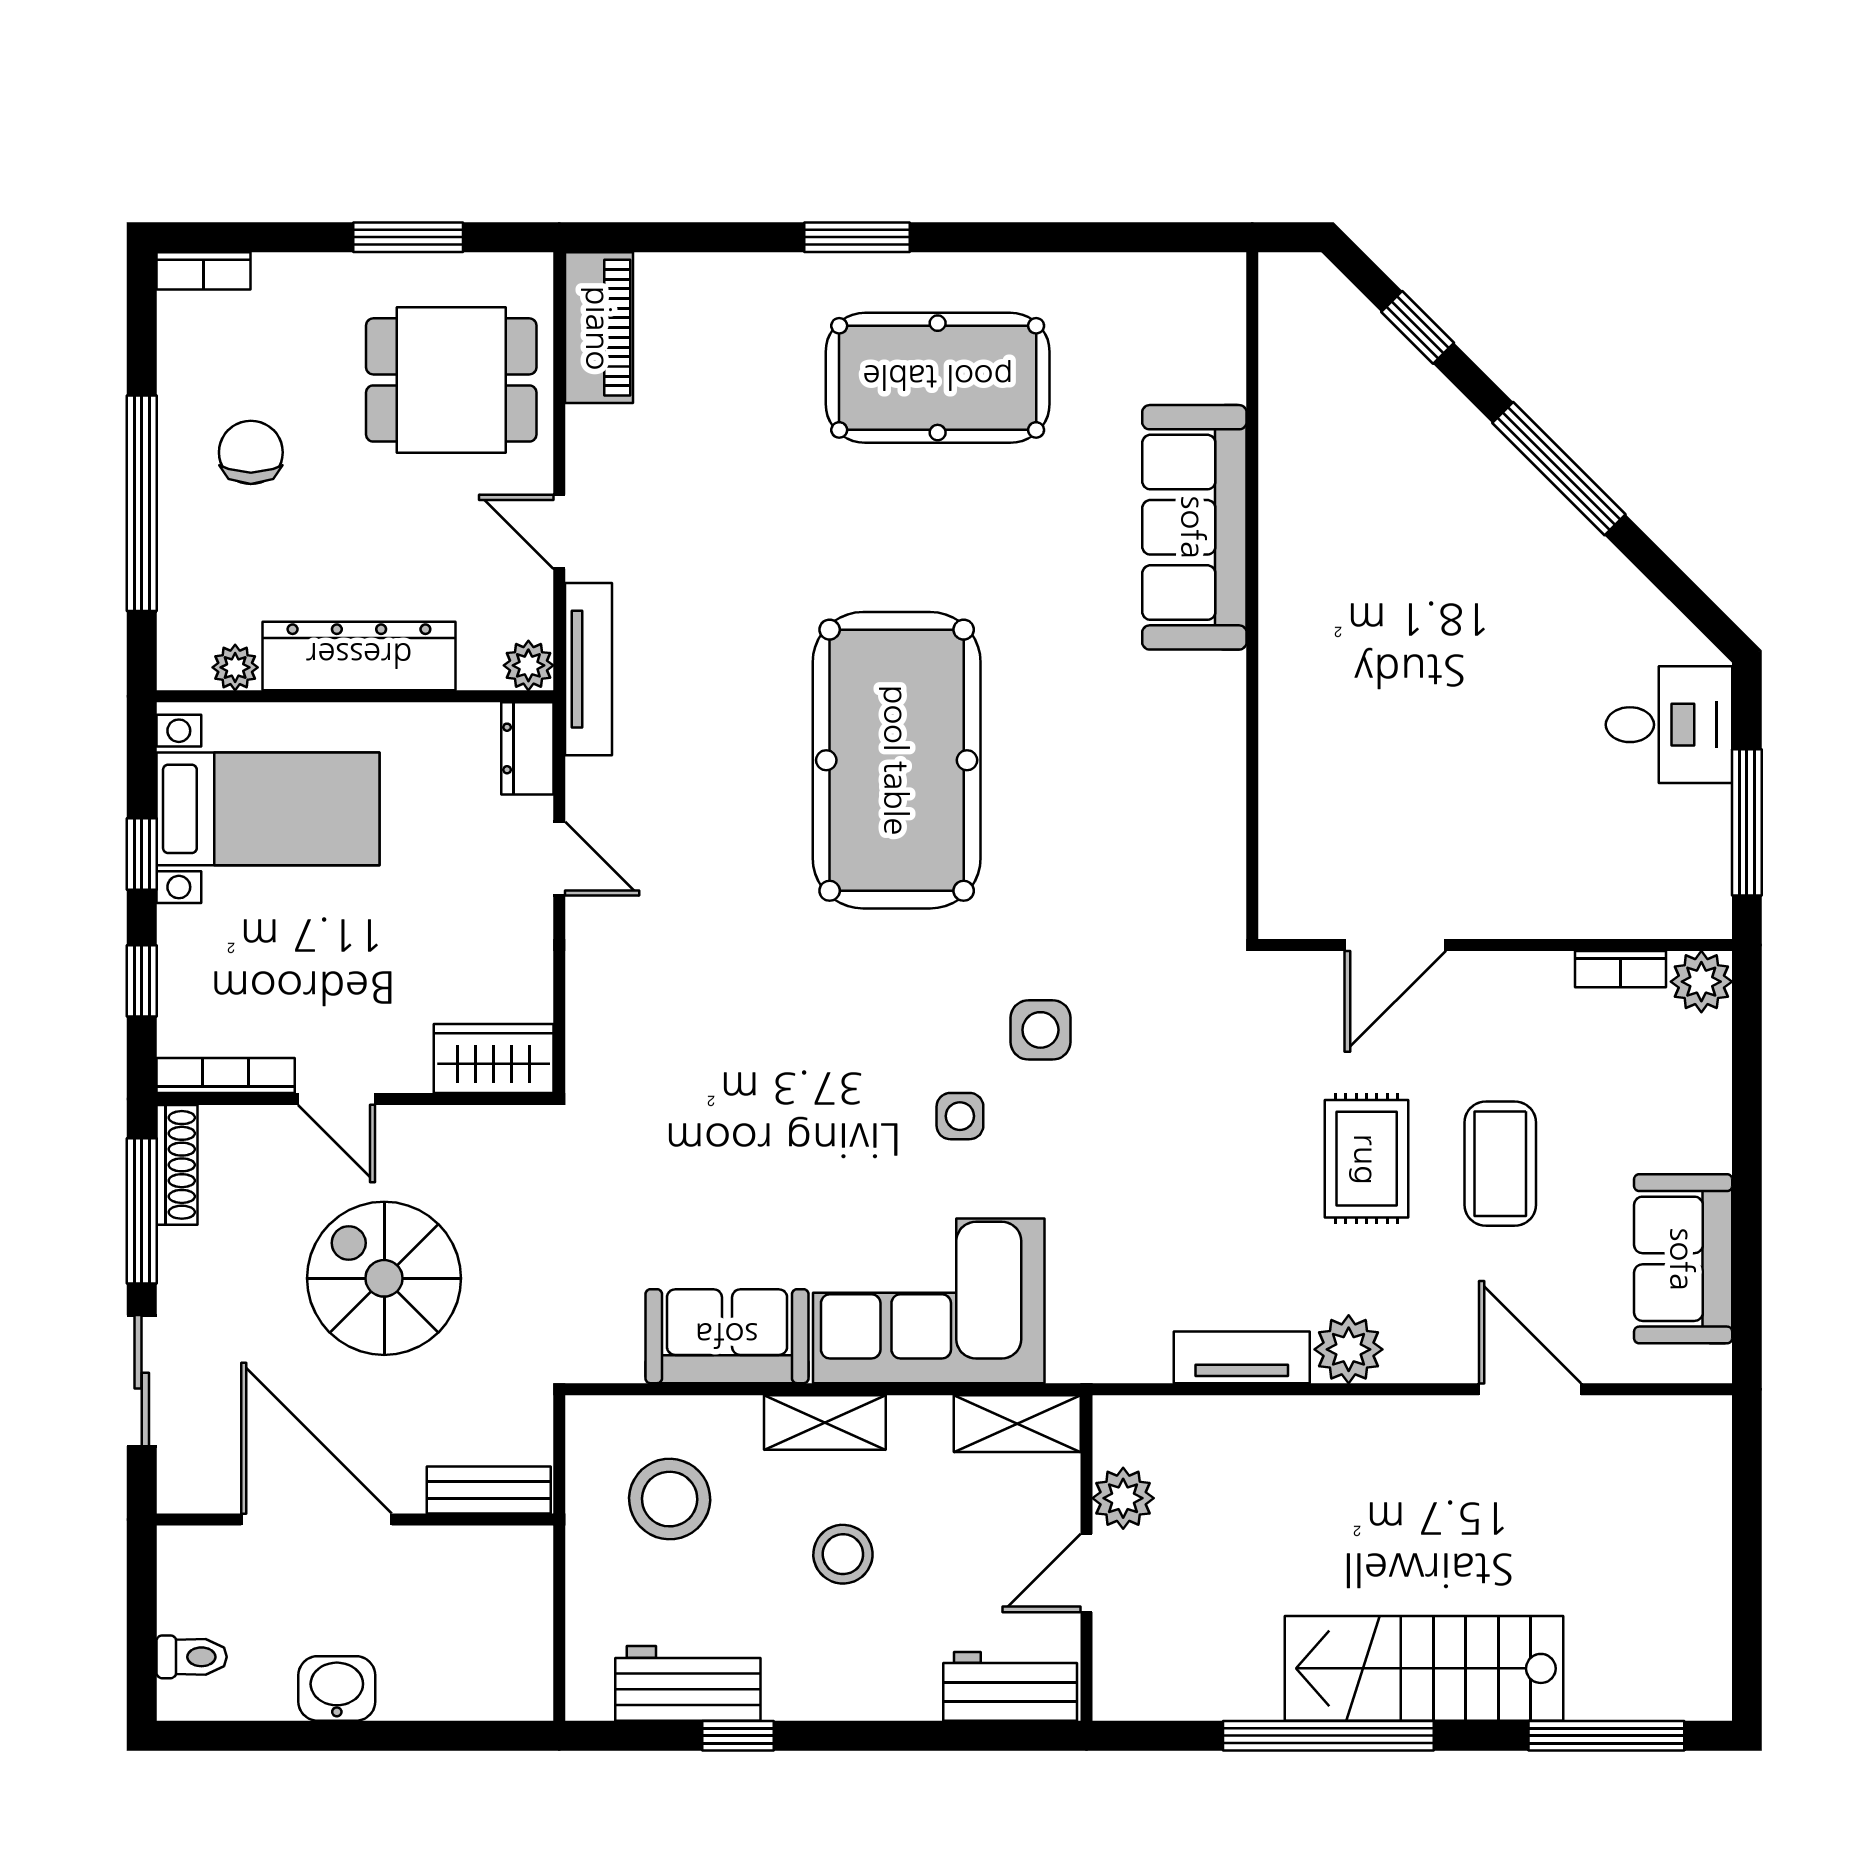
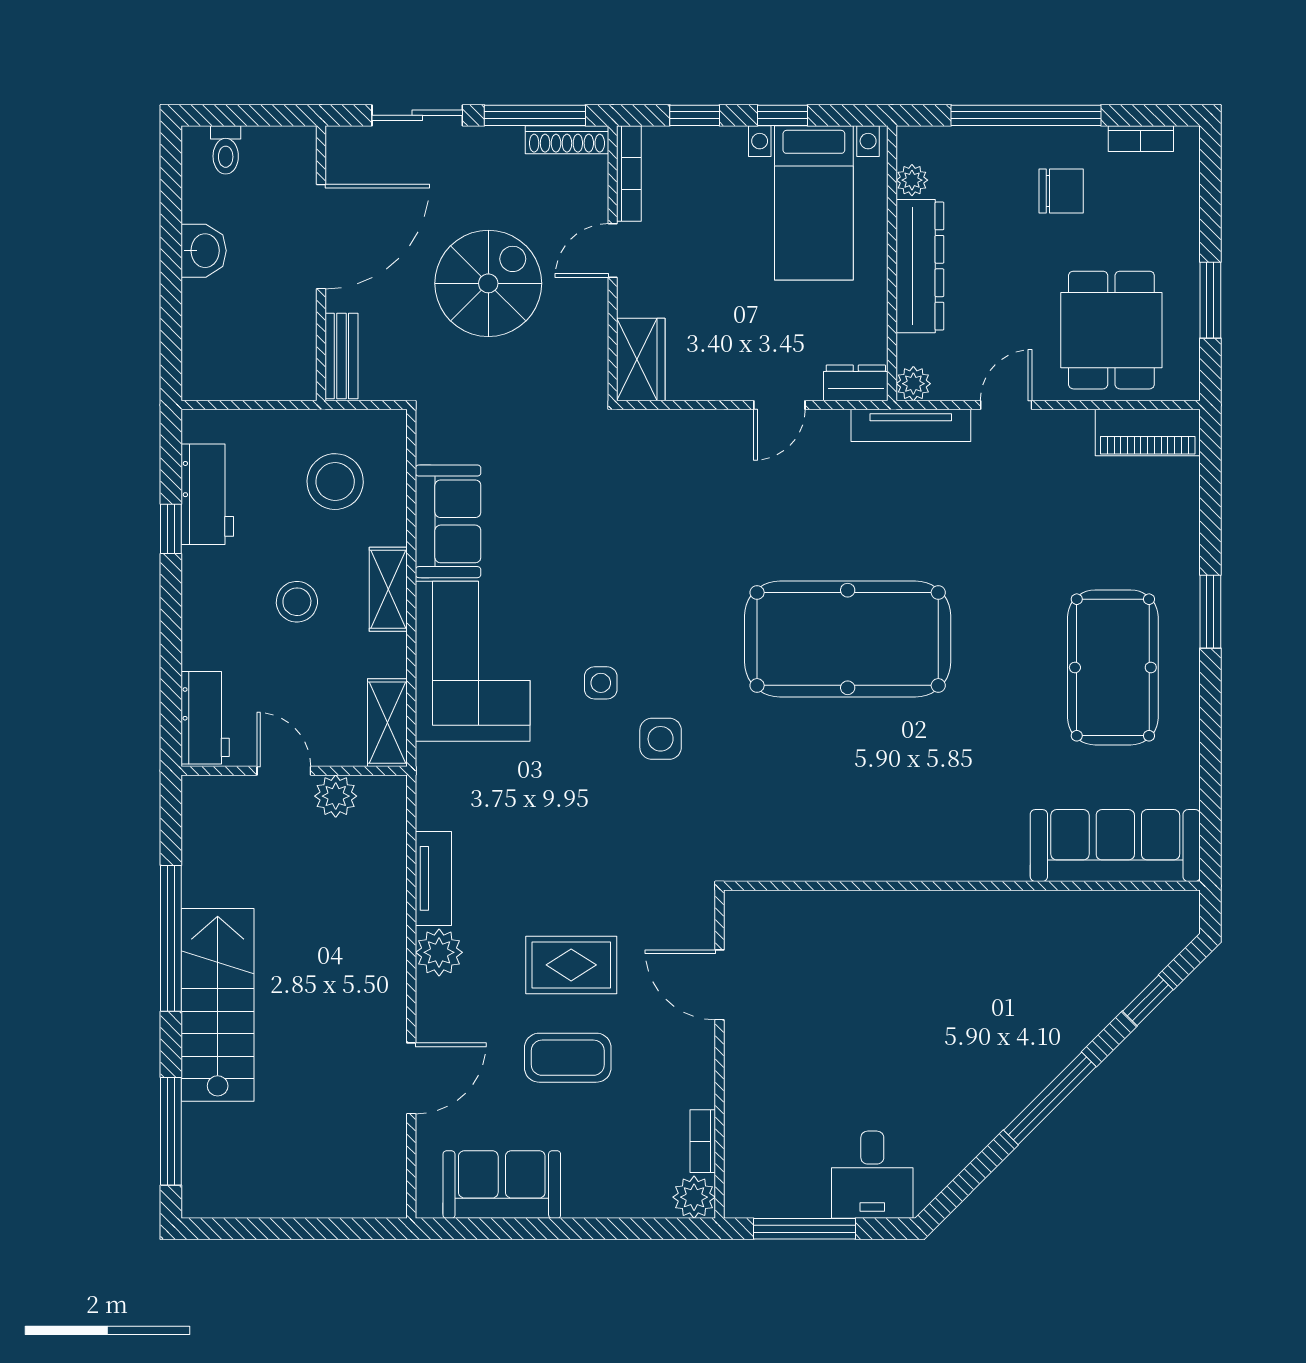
bookcase: (203, 271) -> (1141, 139), moved, turned -90
sofa: (1194, 527) -> (1115, 846), moved

